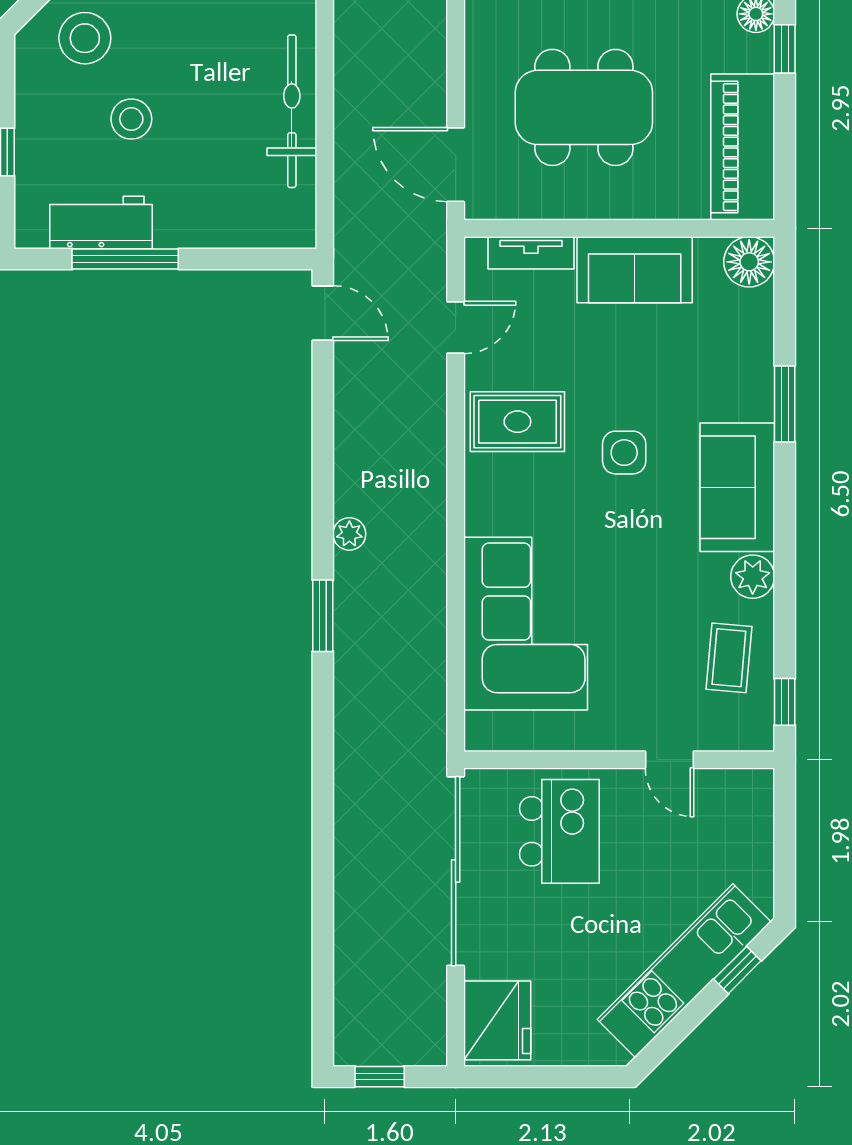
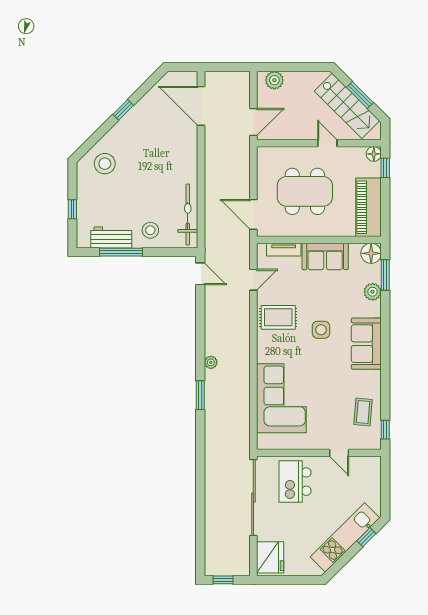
bicycle: (292, 111) -> (188, 215), moved
stool: (131, 119) -> (150, 230), moved
window: (785, 404) -> (385, 275), moved
plant: (753, 577) -> (373, 292), moved
kitchen island: (559, 831) -> (295, 482), turned 180

